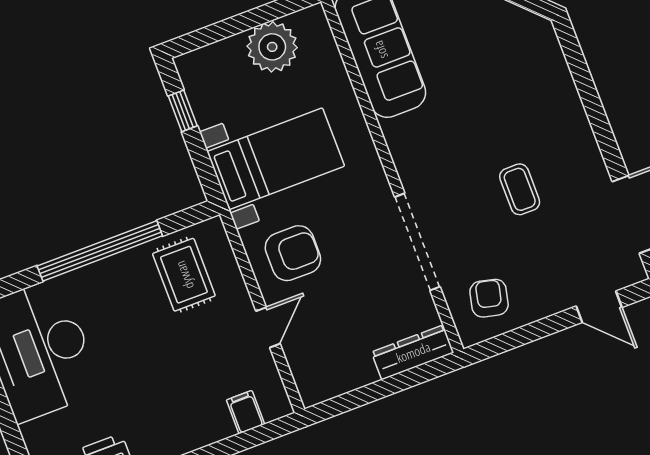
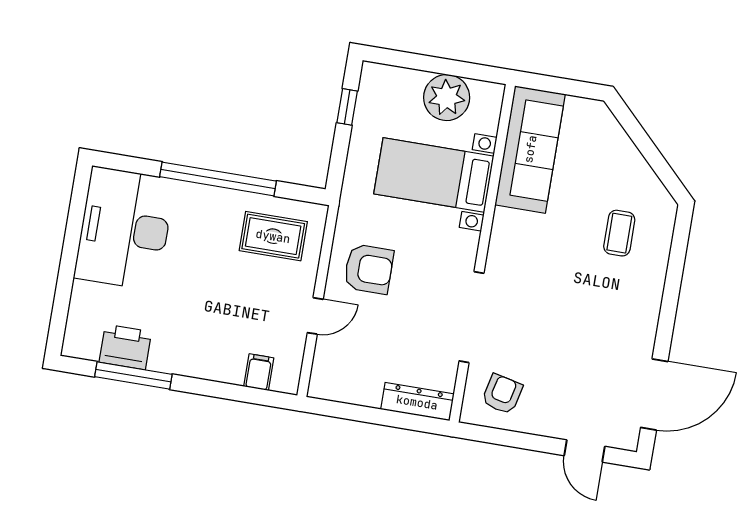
bed with nightstands: (276, 159) -> (434, 175), moved, turned 180
coffee table: (520, 189) -> (619, 233), moved
rug: (184, 275) -> (273, 236), turned 90

